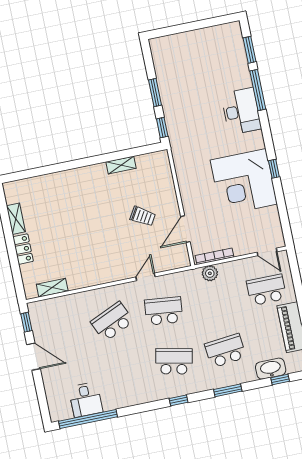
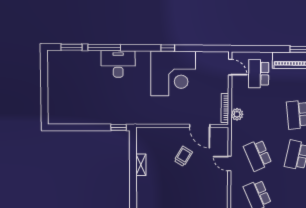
window: (155, 93) -> (90, 127), removed
door: (267, 252) -> (230, 67), hinge flipped
school desk: (164, 311) -> (258, 155), turned -30

